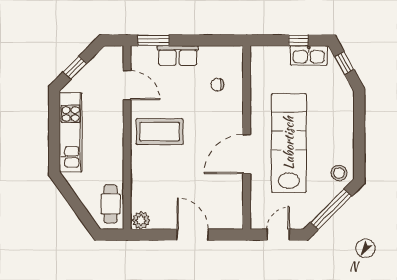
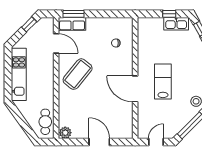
row of seats: (178, 56) -> (72, 24), moved
window: (75, 68) -> (29, 24), moved
coffee table: (160, 132) -> (78, 74), turned -51
lab bench: (289, 143) -> (163, 82), width x0.54, depth x0.72
door: (247, 154) -> (135, 89), hinge flipped

